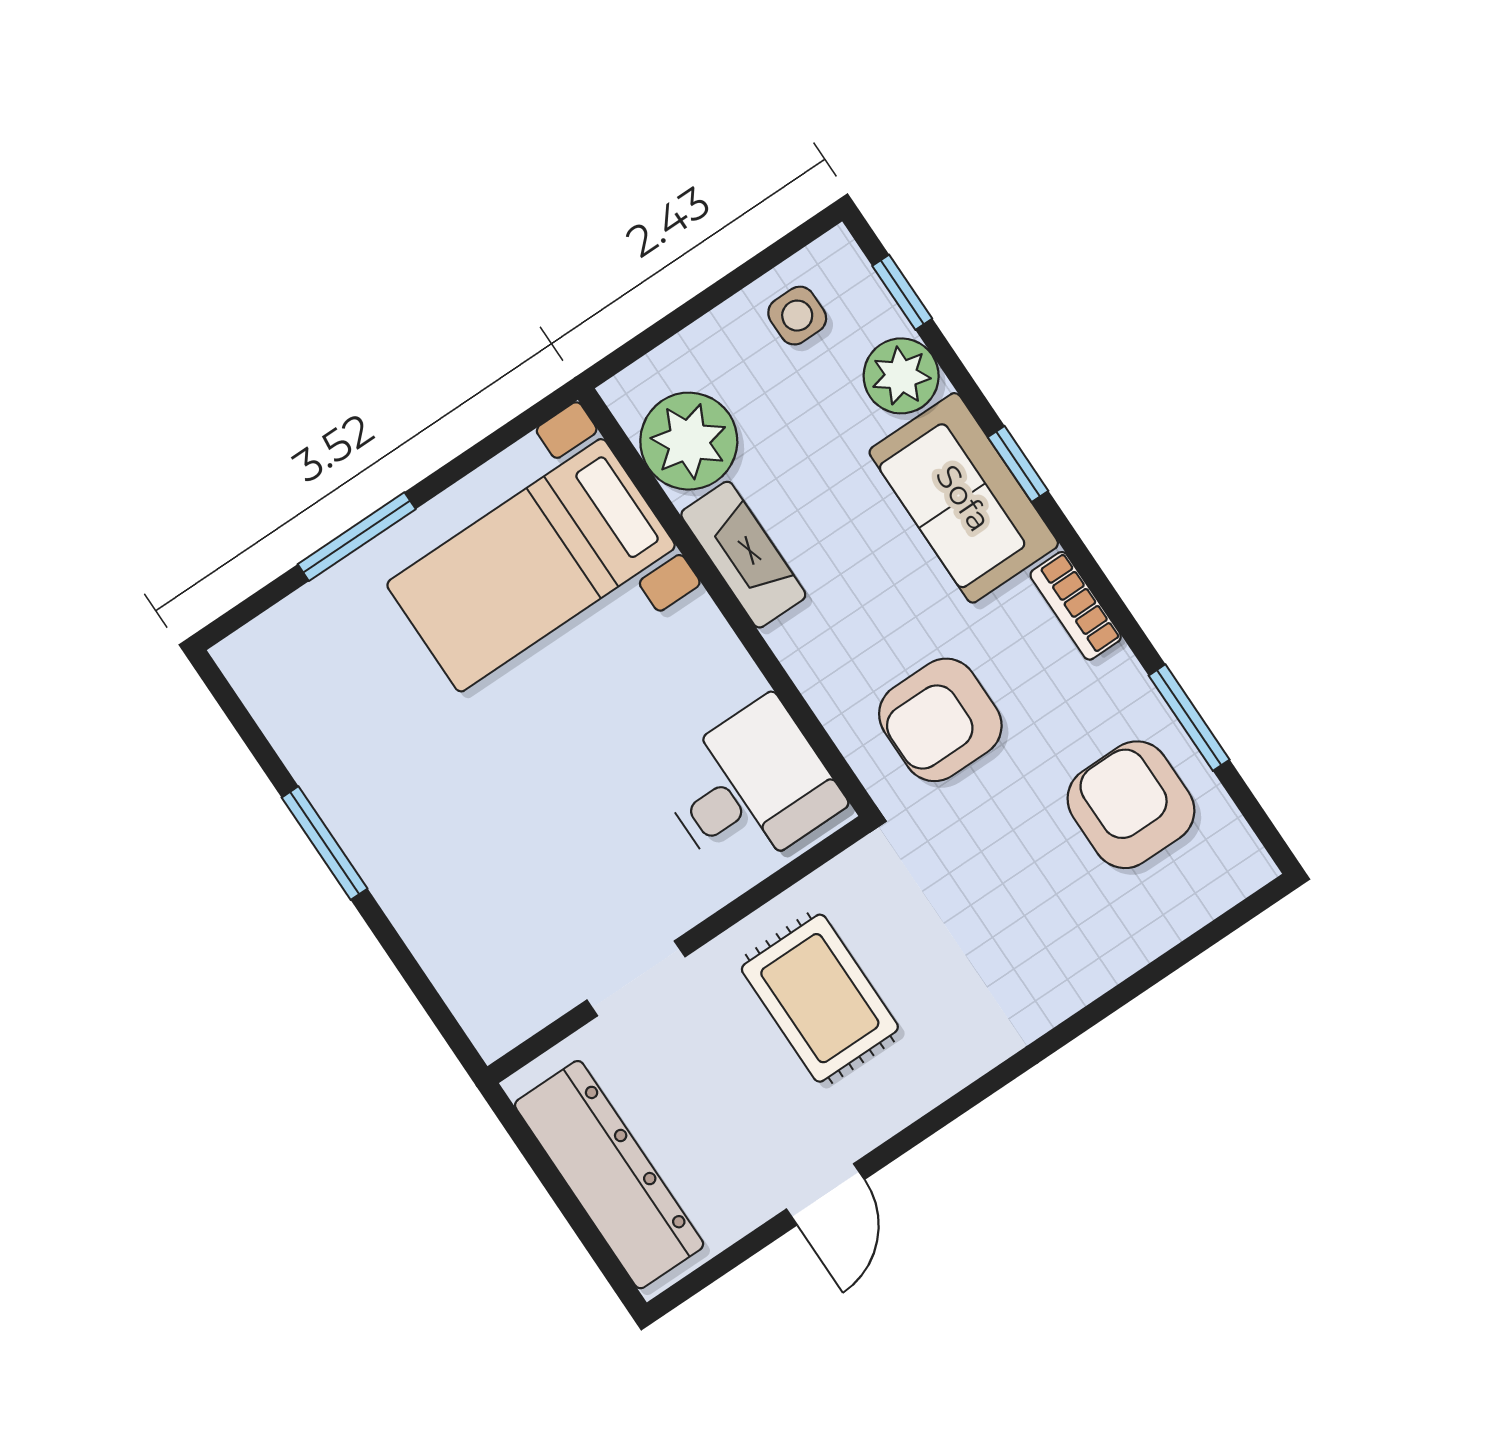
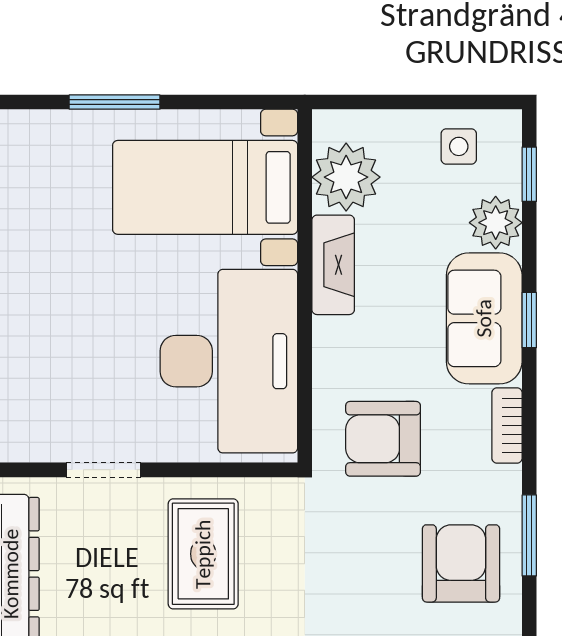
desk: (750, 789) -> (229, 361), width x1.87, depth x1.30

